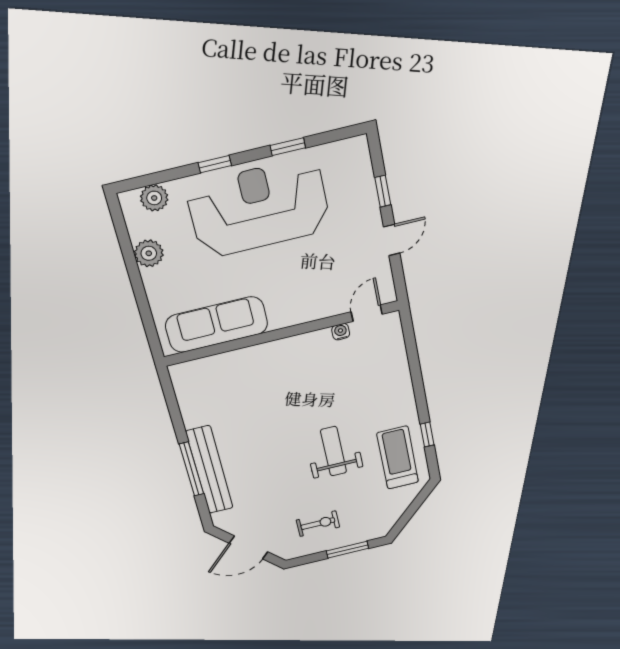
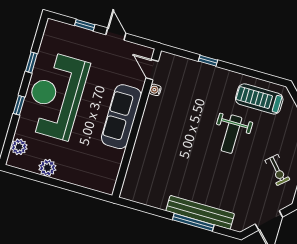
sofa: (217, 325) -> (121, 117), moved
window: (427, 435) -> (208, 61), moved
weight bench: (334, 451) -> (232, 134), turned -90
exercise bike: (318, 524) -> (277, 170), turned 138

